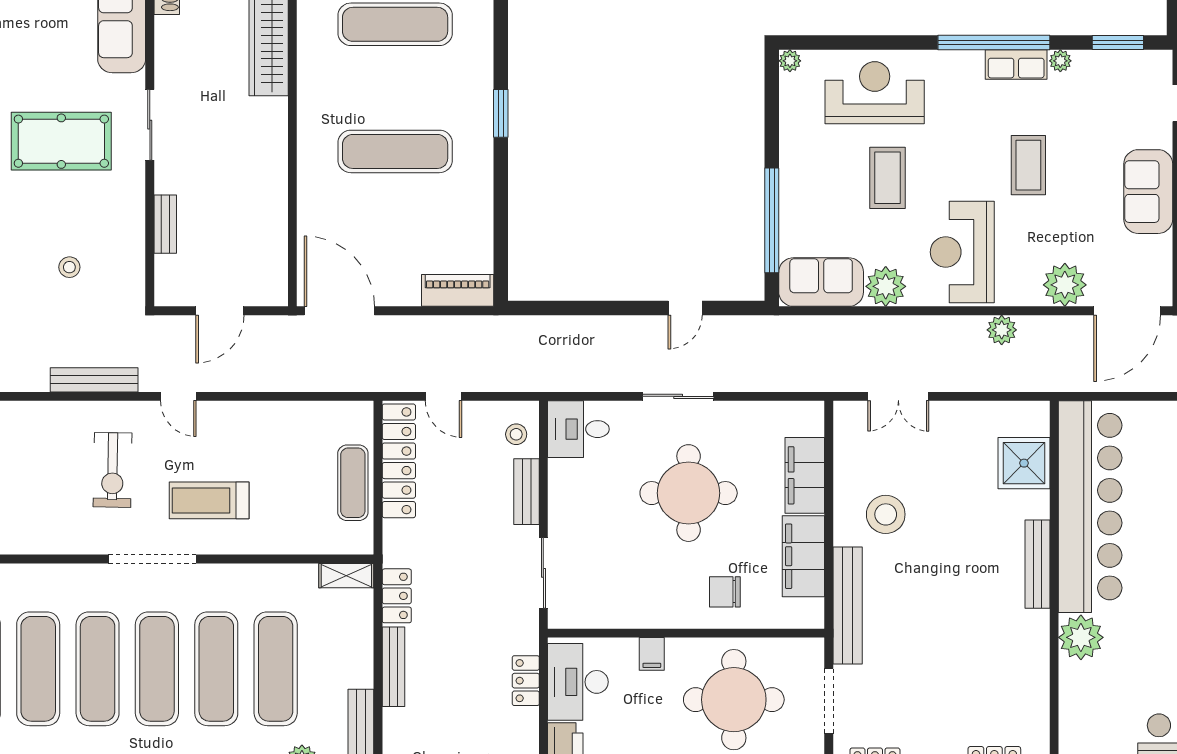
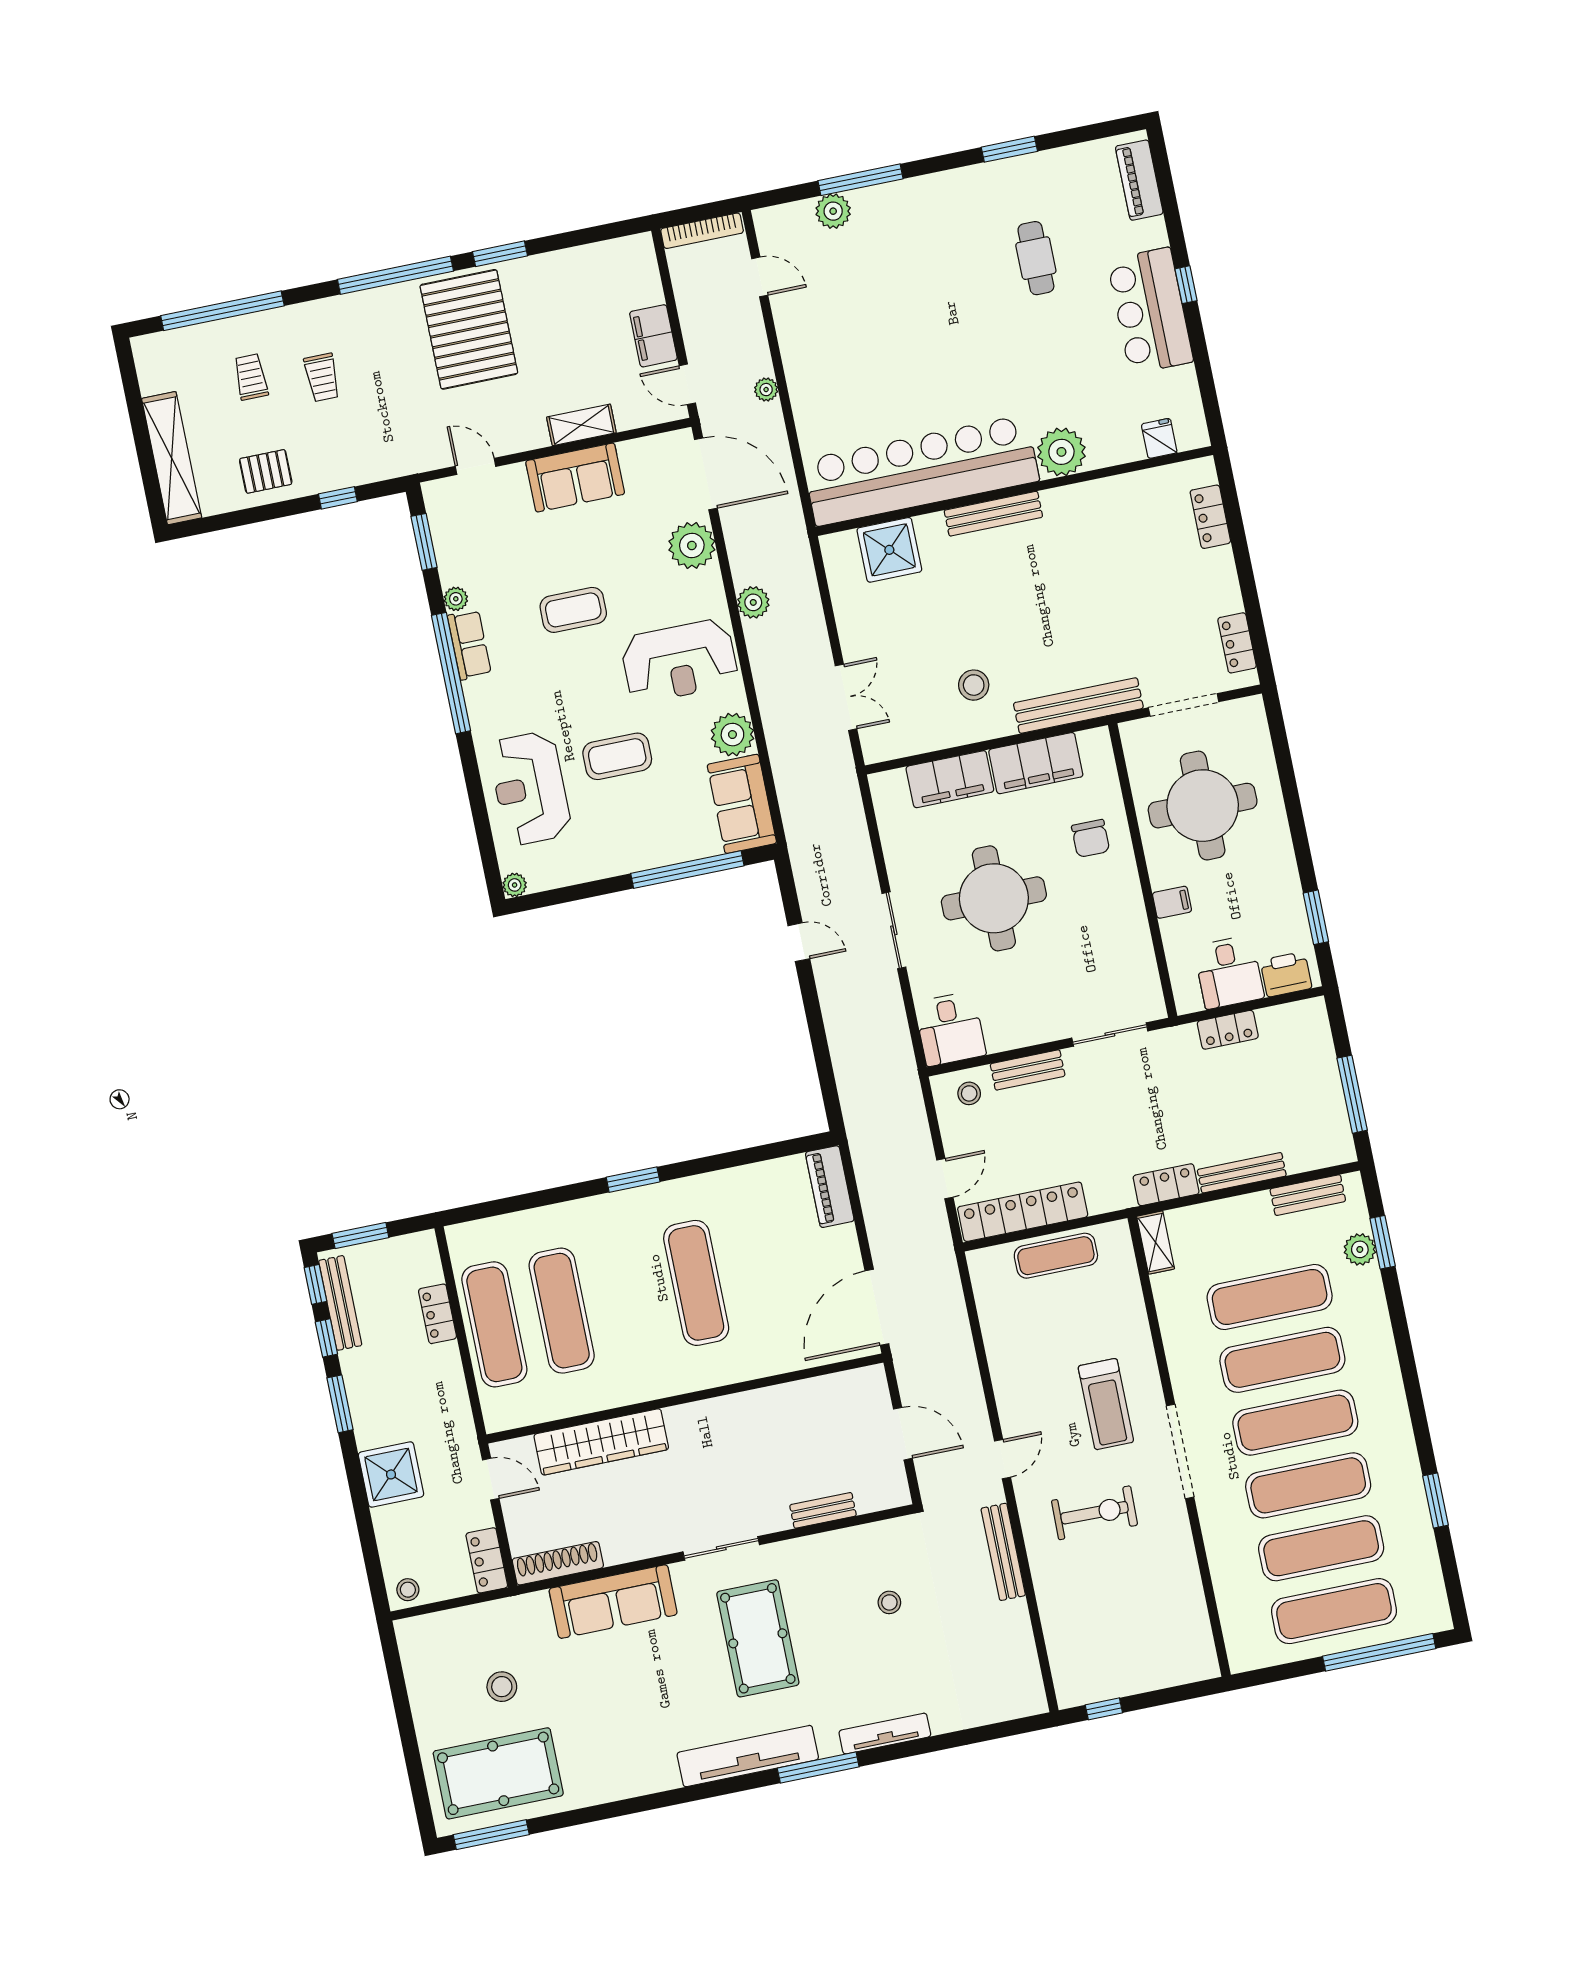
stool: (886, 514) -> (974, 685), width x0.73, depth x0.73
desk: (578, 682) -> (1229, 972), width x0.73
fridge: (1075, 729) -> (1159, 438), added

